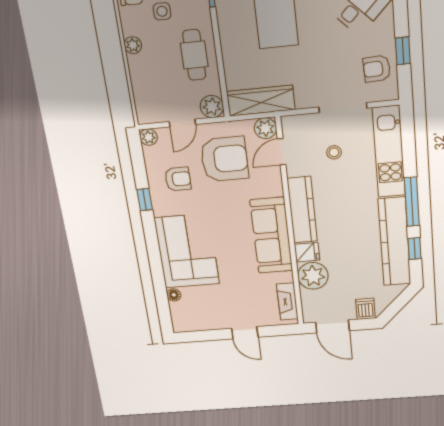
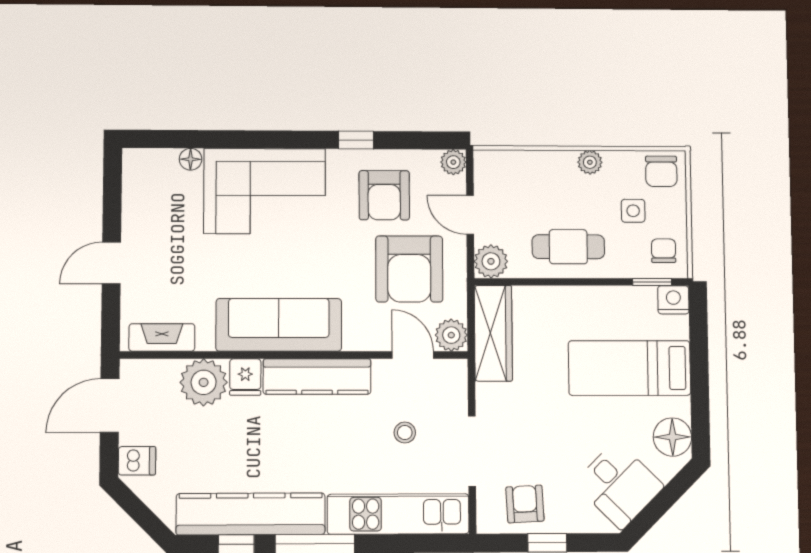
armchair: (178, 179) -> (384, 195), width x1.38, depth x1.38

